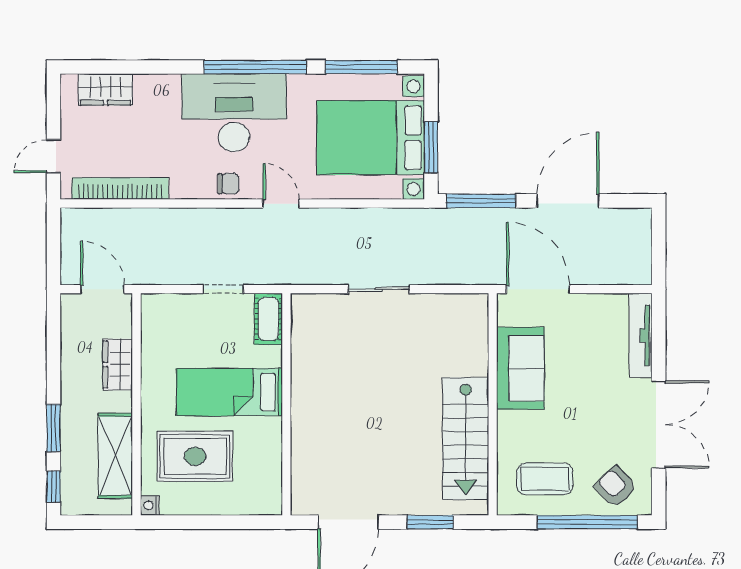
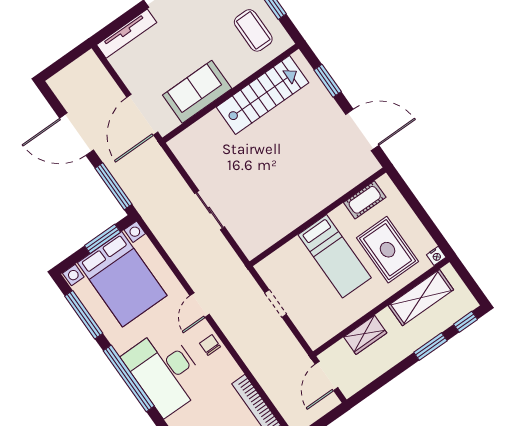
cot: (268, 319) -> (365, 200), moved

